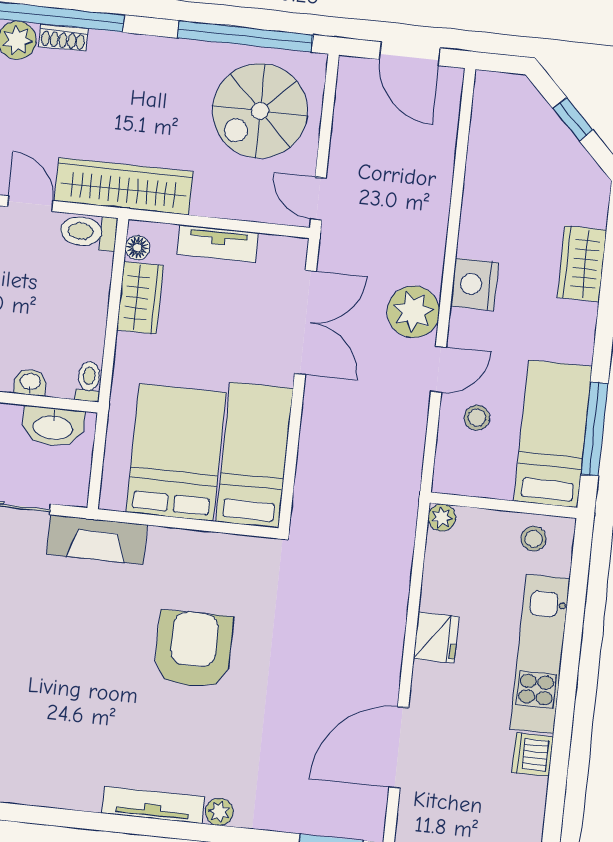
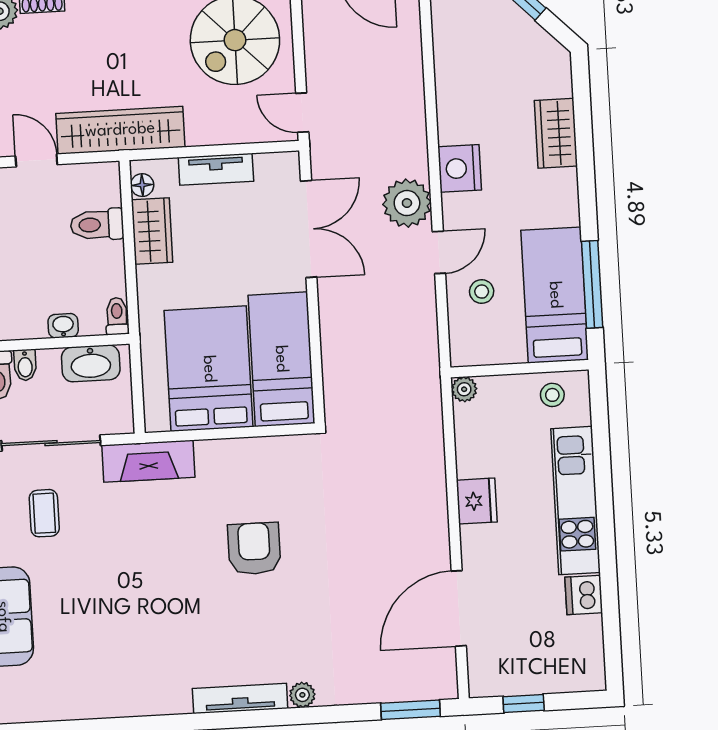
toilet: (88, 232) -> (97, 225), moved
armchair: (193, 649) -> (254, 549), width x0.73, depth x0.73

